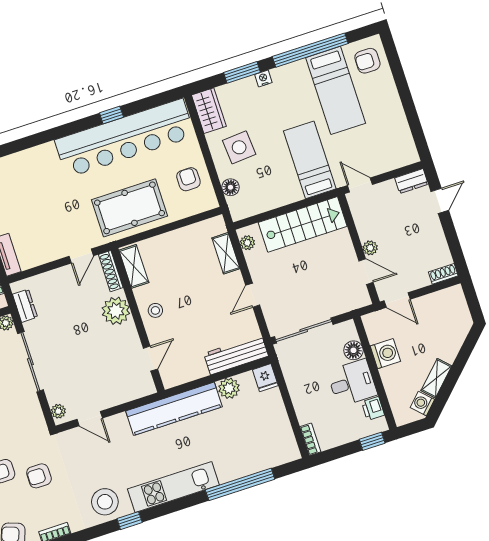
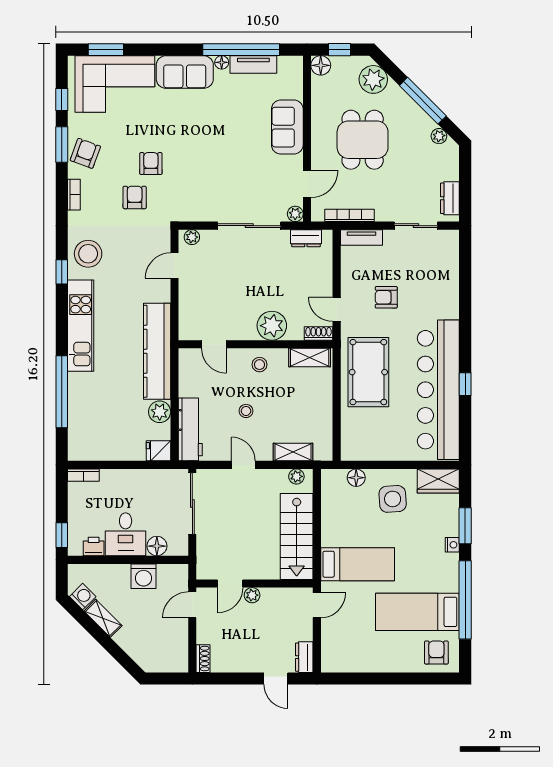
armchair: (188, 179) -> (386, 297), moved, turned 180
shoe rack: (111, 271) -> (318, 333), width x0.70
stool: (202, 309) -> (246, 411), added

